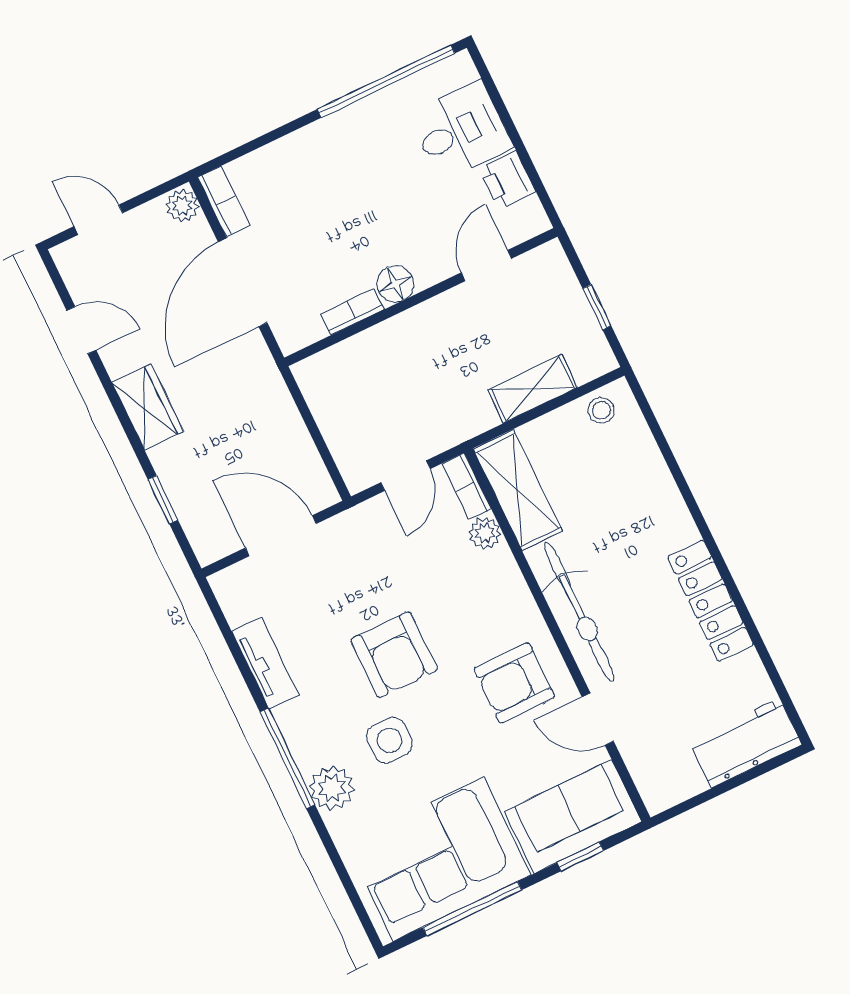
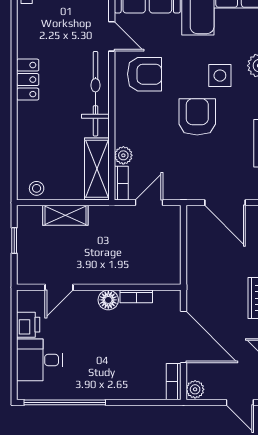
door: (243, 282) -> (183, 337), hinge flipped
locker: (711, 601) -> (28, 80), width x0.66

